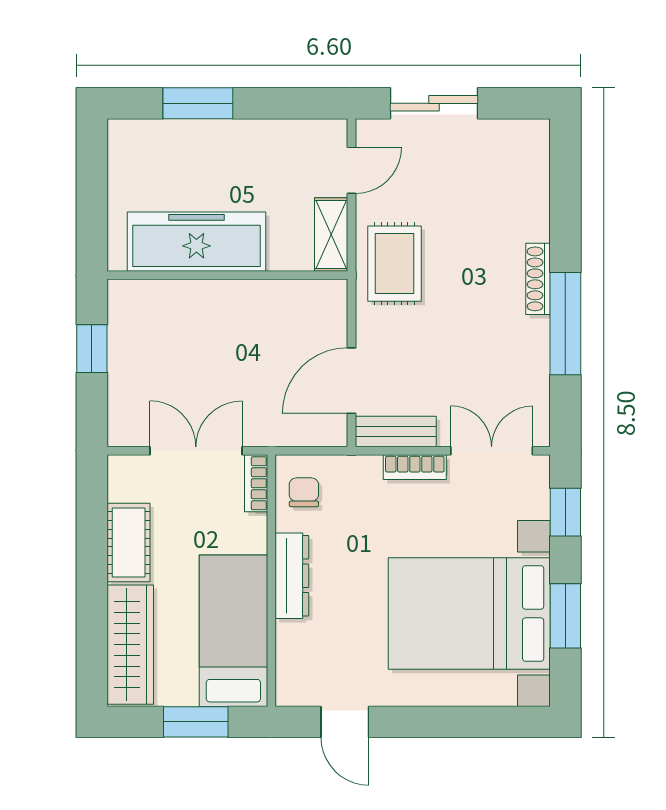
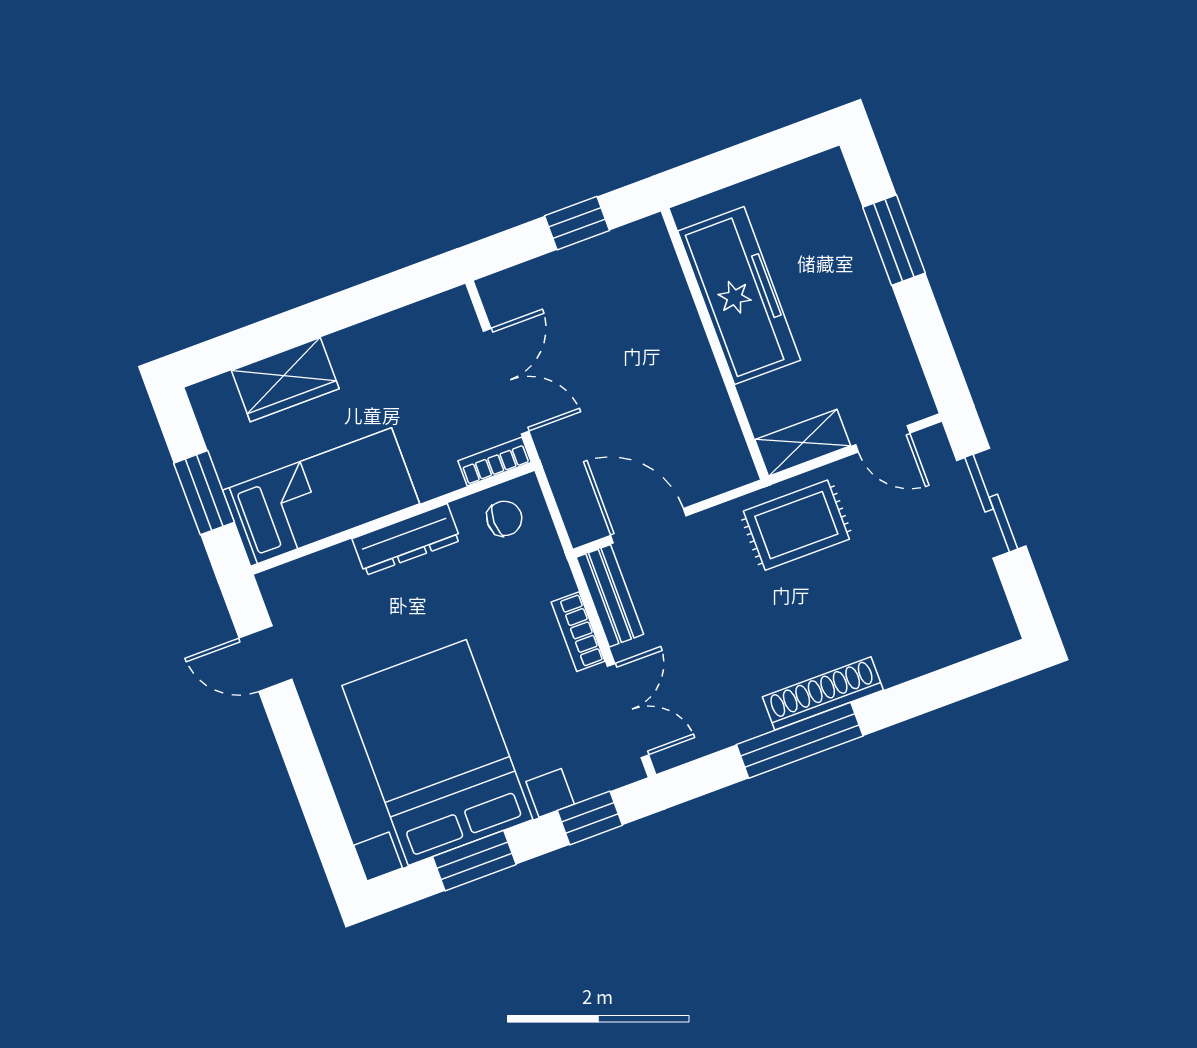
shoe rack: (538, 279) -> (823, 693), width x1.36, depth x1.24
cot: (129, 542) -> (376, 344), removed
wardrobe: (130, 645) -> (285, 380), width x0.67
door: (345, 722) -> (265, 659), hinge flipped

